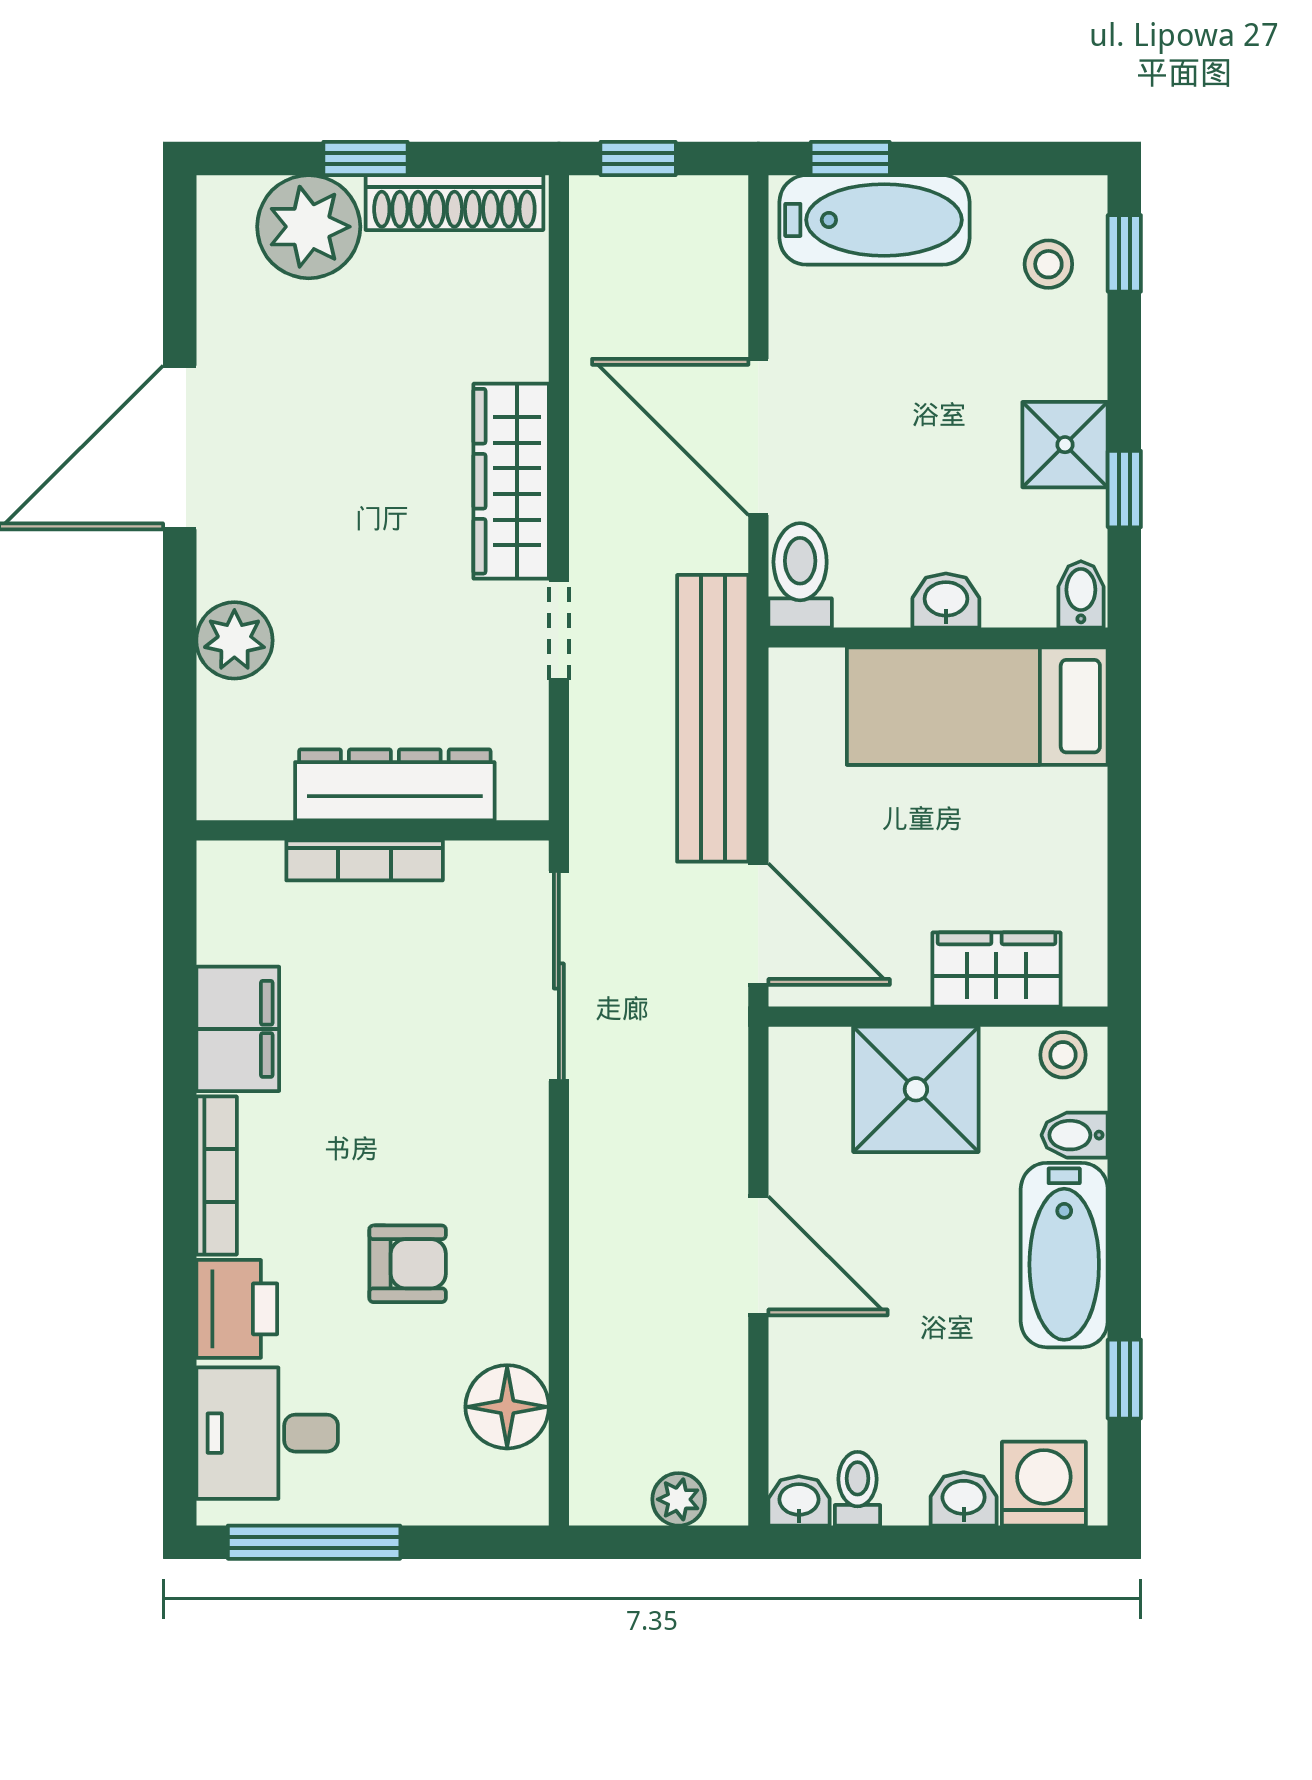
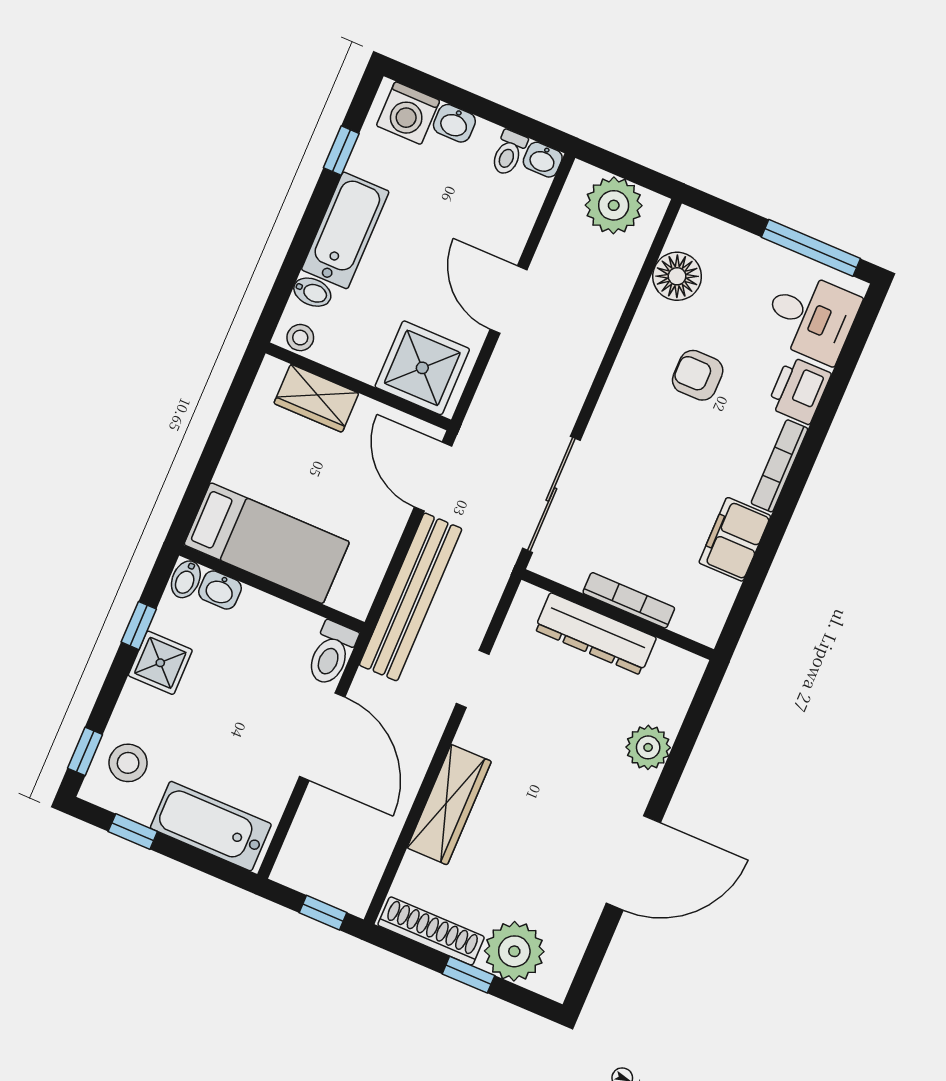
window: (850, 159) -> (133, 832), moved
stool: (1048, 264) -> (128, 763), width x1.37, depth x1.37
wardrobe: (511, 481) -> (449, 805), moved
washbasin: (946, 600) -> (220, 590), moved
shower: (916, 1089) -> (422, 368), moved
plant: (679, 1499) -> (614, 205), width x1.88, depth x1.88

